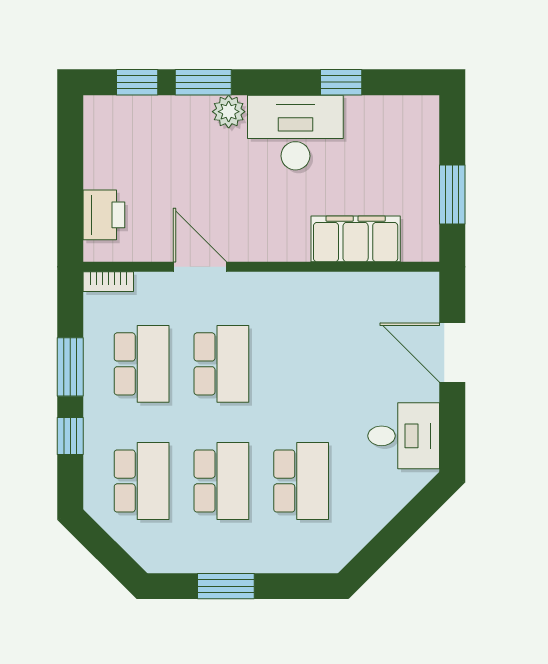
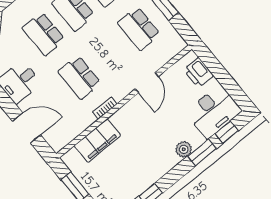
desk: (295, 133) -> (214, 112), moved
door: (200, 267) -> (147, 83), hinge flipped
bookcase: (108, 282) -> (105, 108), moved
school desk: (221, 364) -> (79, 77), moved

